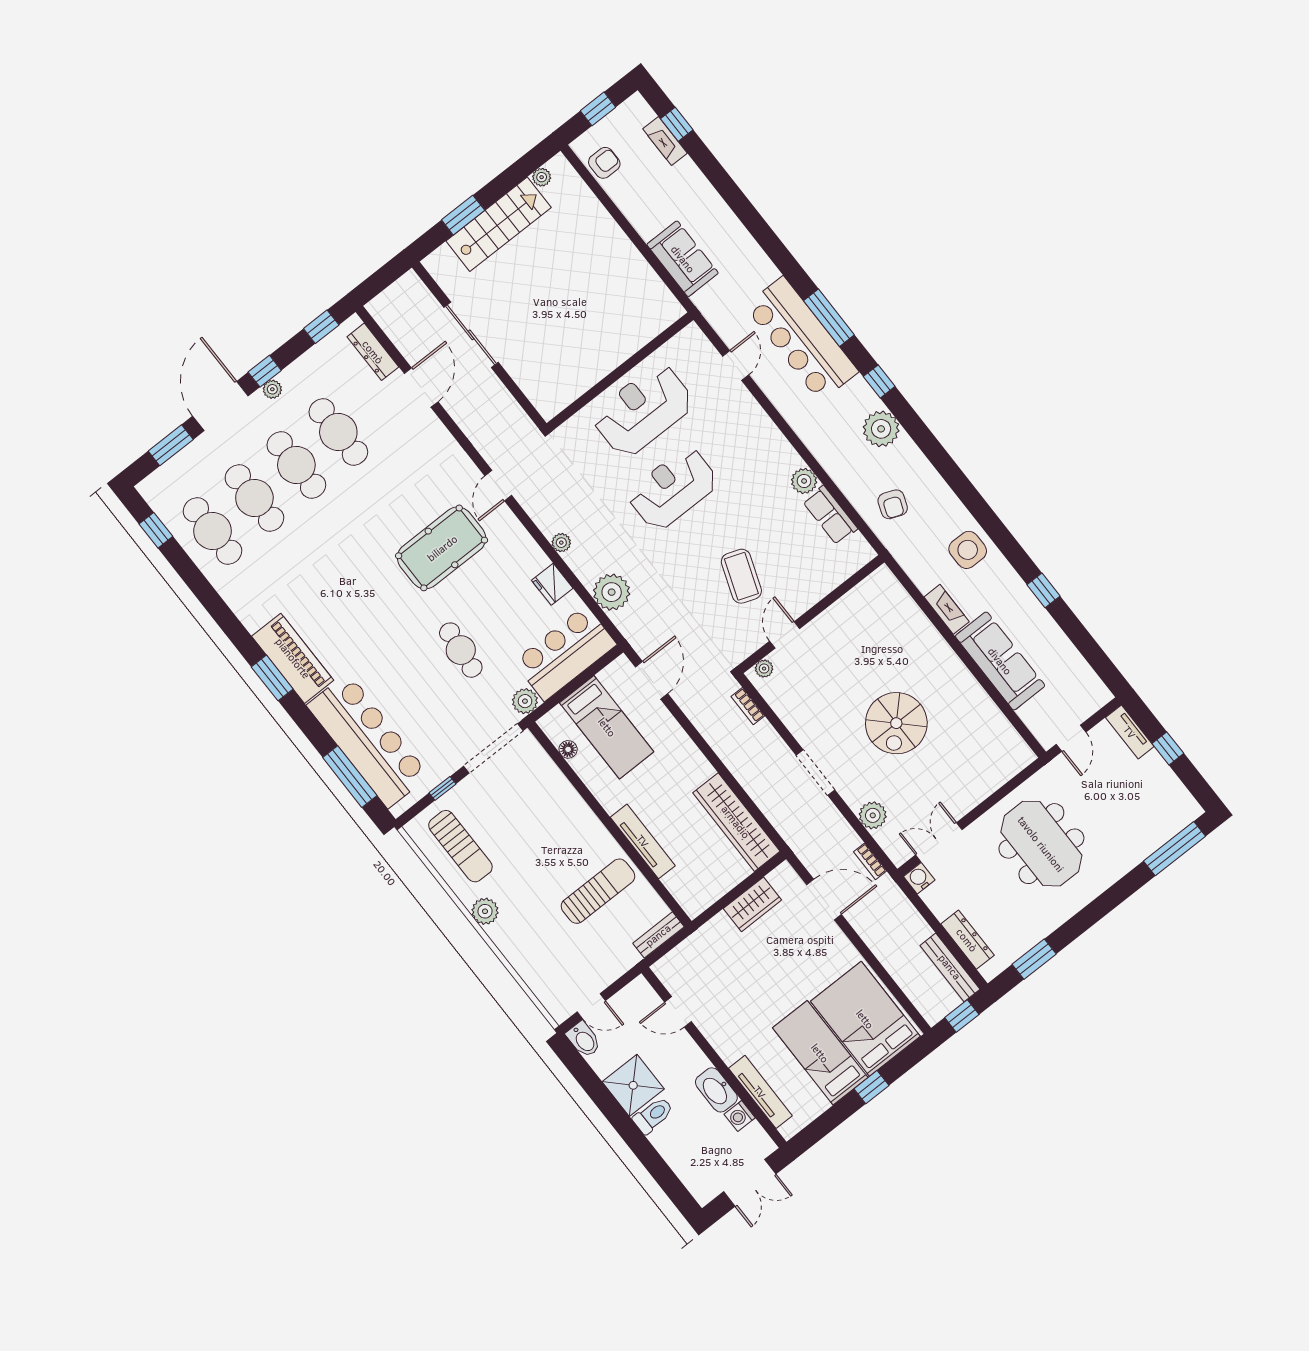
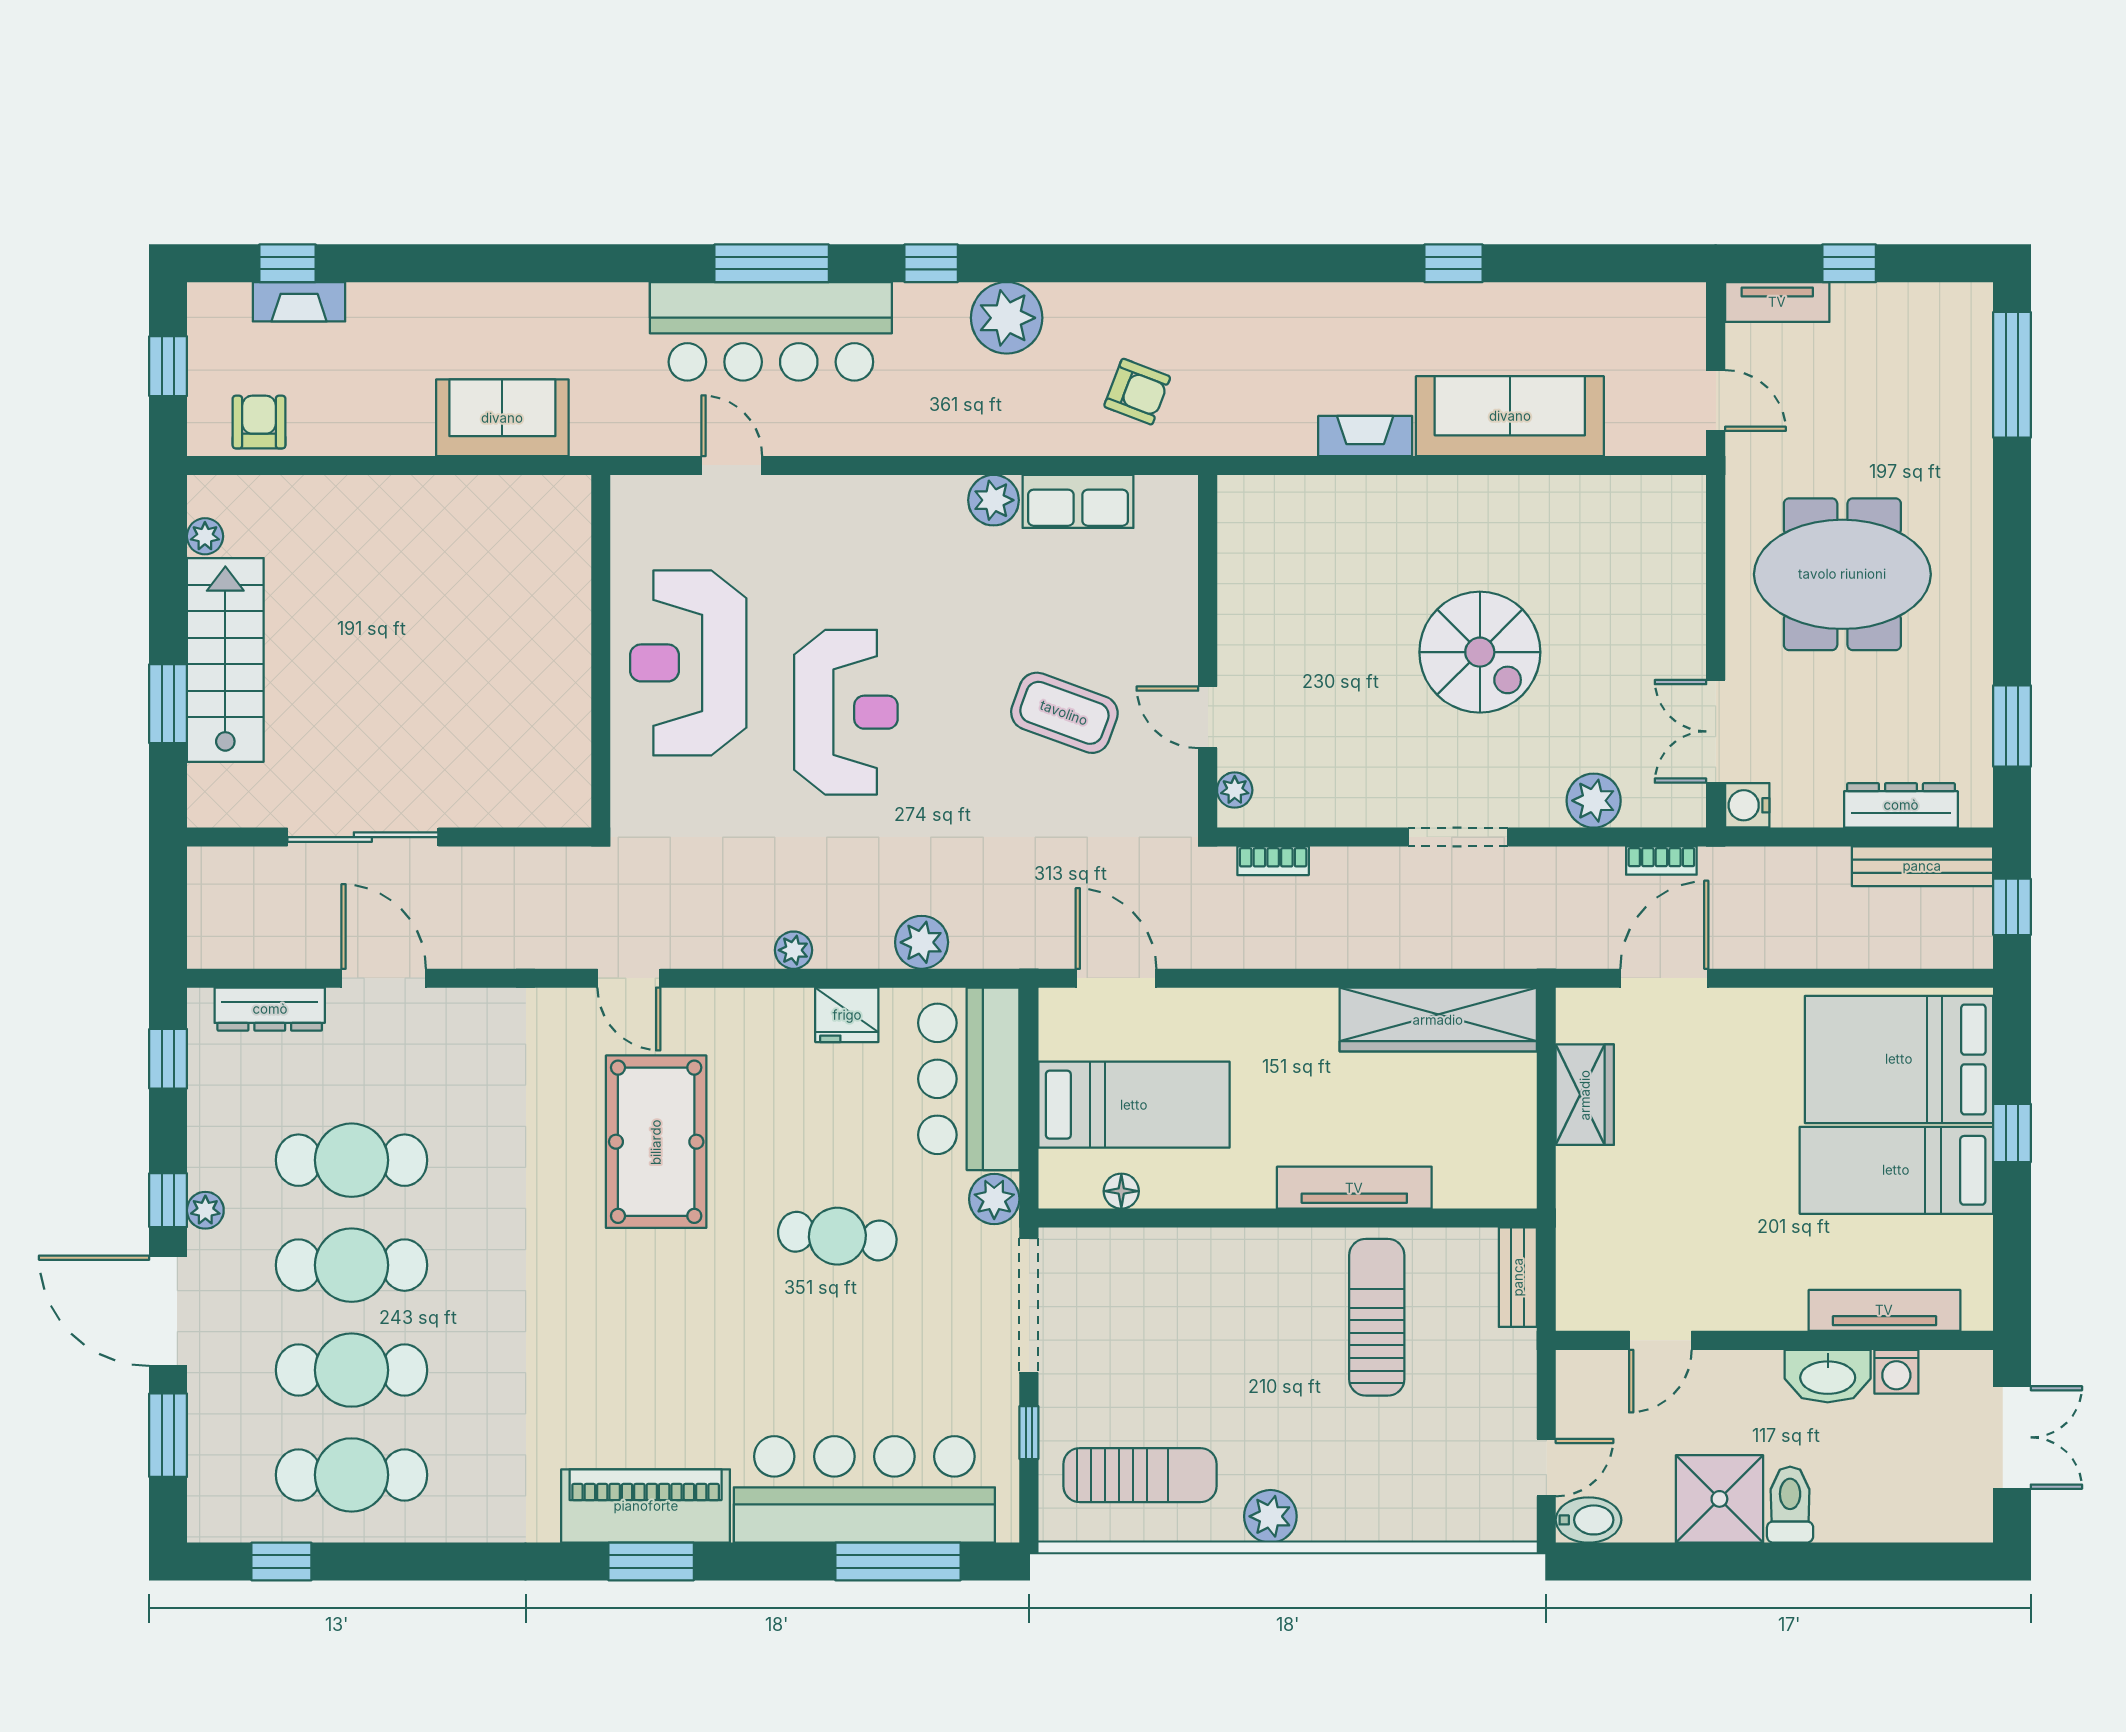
reception desk: (673, 489) -> (846, 712), turned 180
side table: (968, 550) -> (1299, 331), removed
plant: (612, 592) -> (922, 942), width x0.73, depth x0.73

